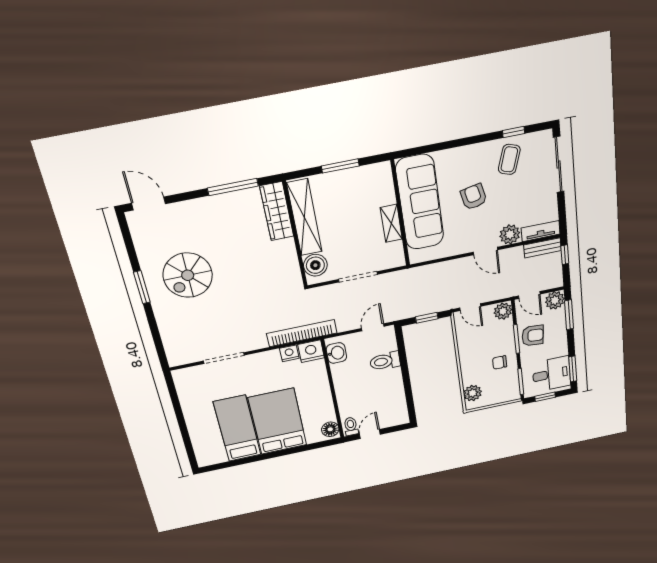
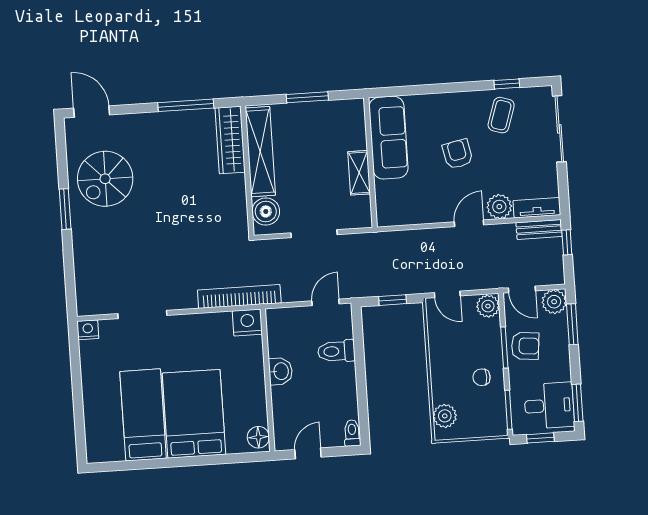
sofa: (420, 202) -> (388, 138), width x0.74, depth x0.79
door: (485, 251) -> (469, 223), swing flipped
spiral stairs: (188, 275) -> (105, 179), moved
nightstand: (289, 353) -> (88, 330), moved
washbasin: (336, 353) -> (281, 371), moved
toilet: (351, 426) -> (352, 433), moved

